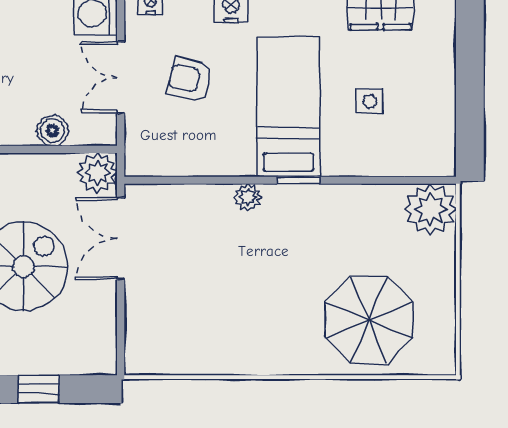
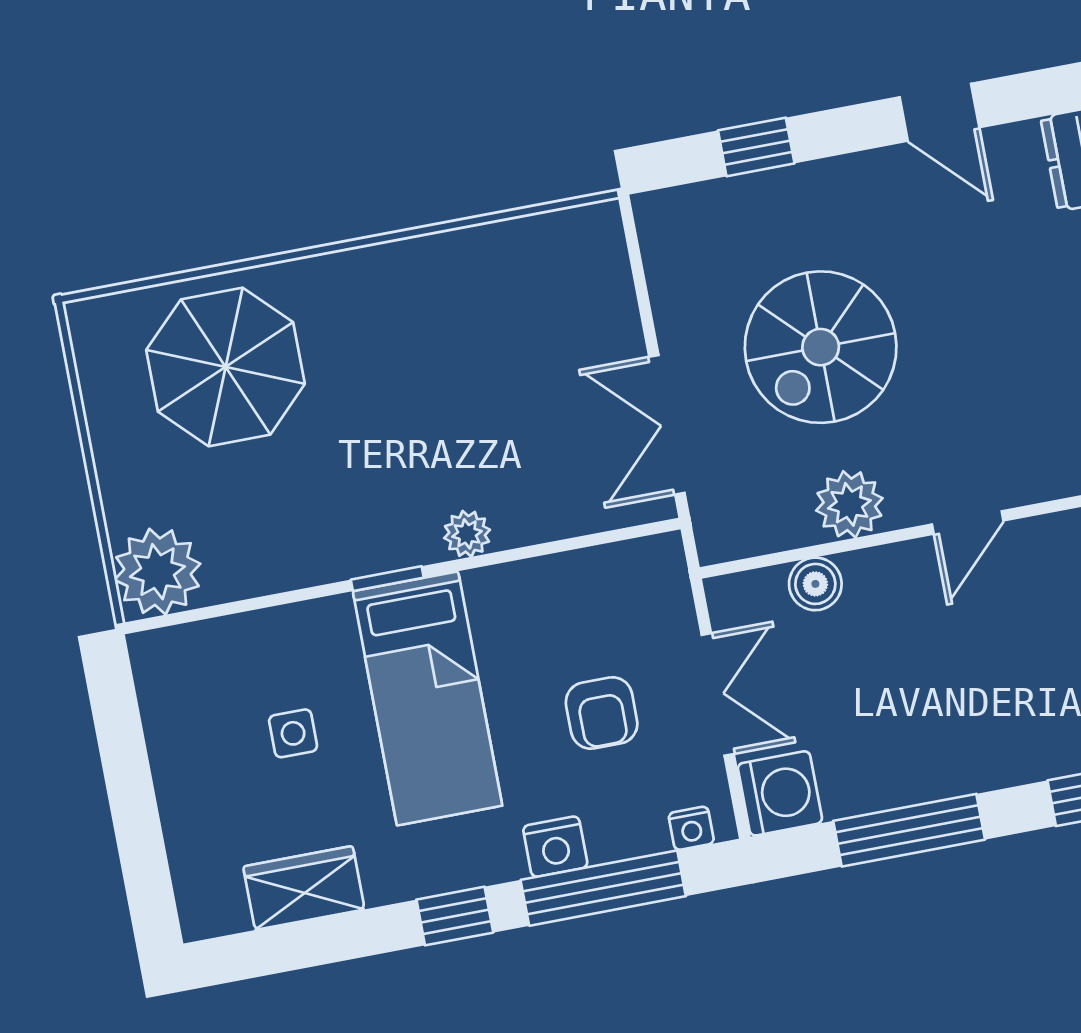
armchair: (190, 79) -> (602, 713), turned 77
plant: (97, 173) -> (849, 504), moved
double door: (121, 239) -> (667, 425), swing flipped

